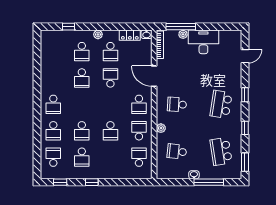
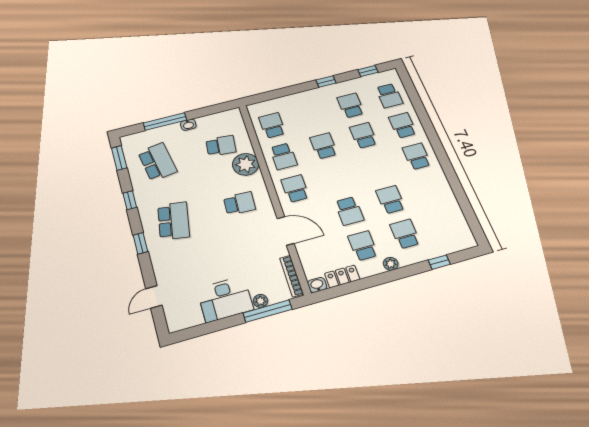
plant: (161, 128) -> (246, 164), width x1.88, depth x1.88
school desk: (139, 157) -> (272, 125), turned 180

